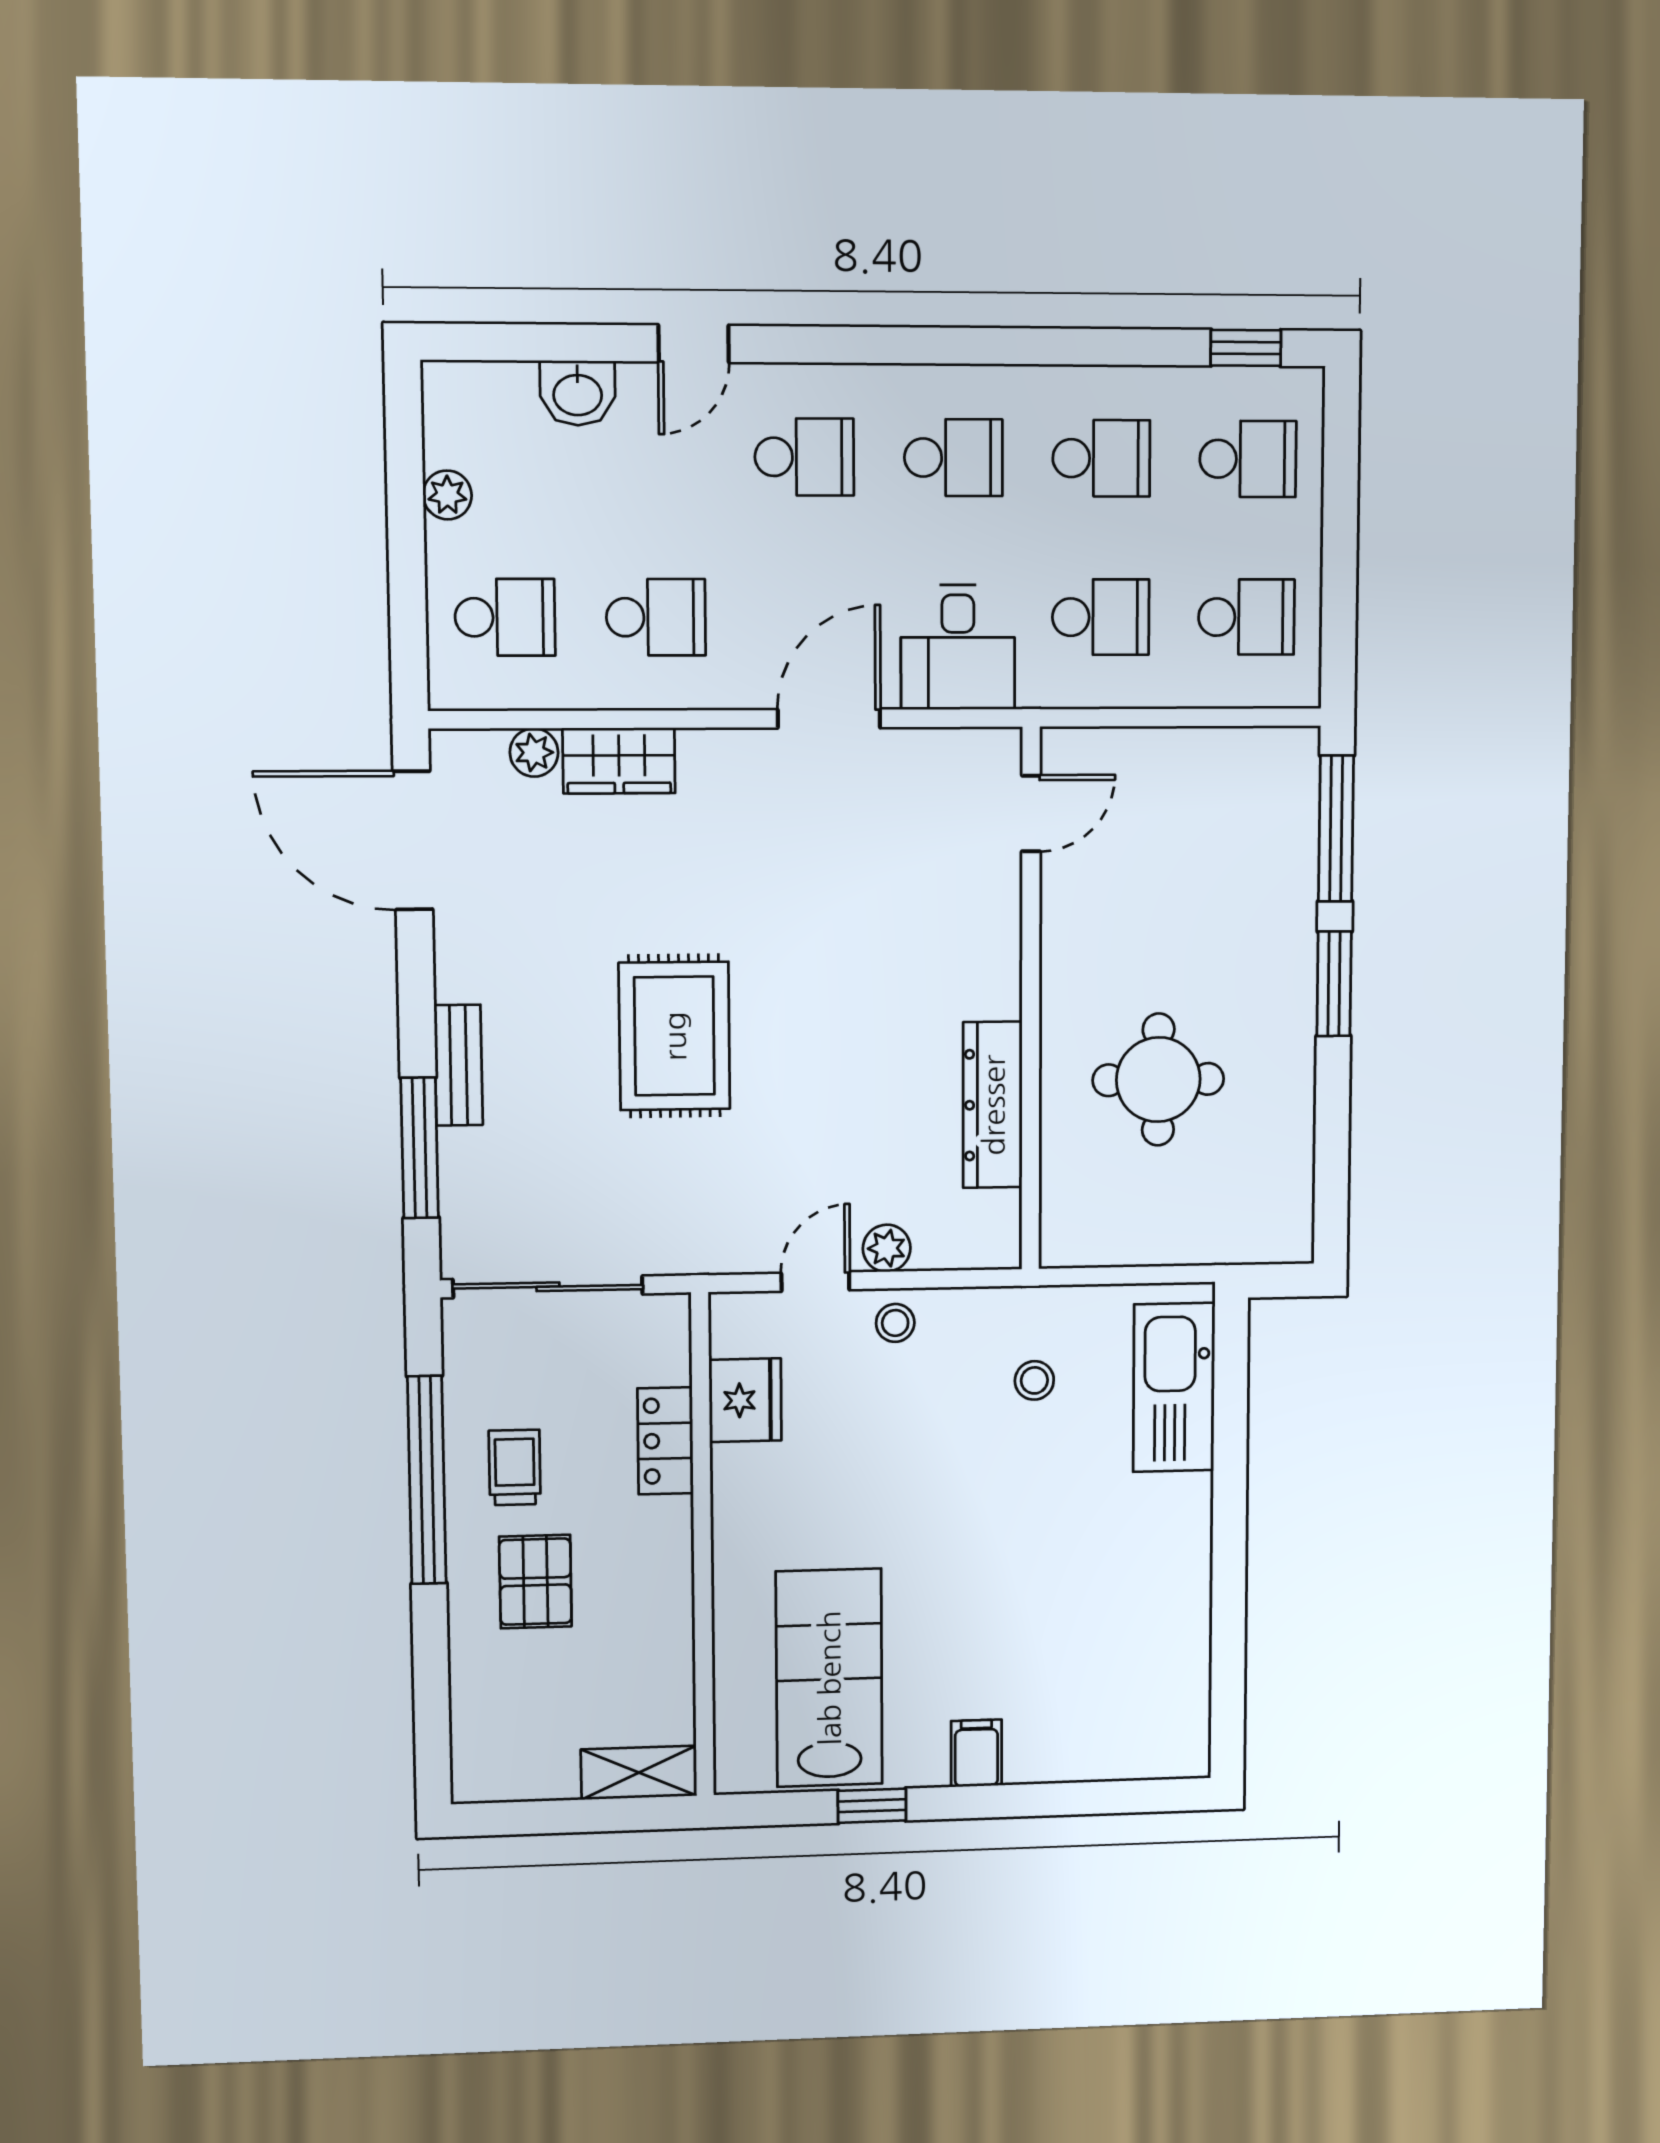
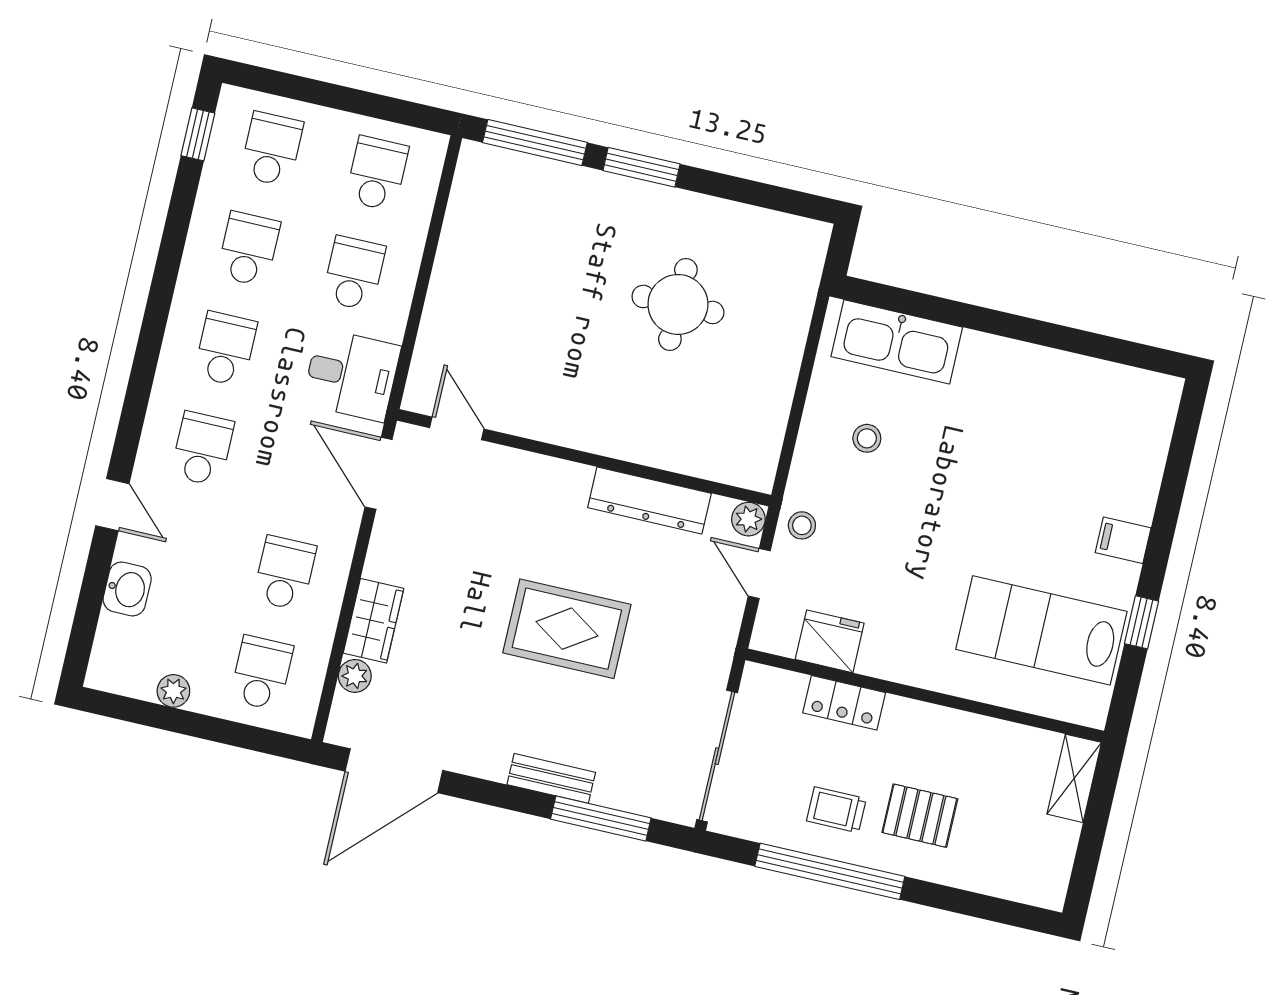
door: (1031, 814) -> (457, 428), moved
wall: (1031, 1001) -> (584, 458), moved
dresser: (993, 1105) -> (649, 500), moved

